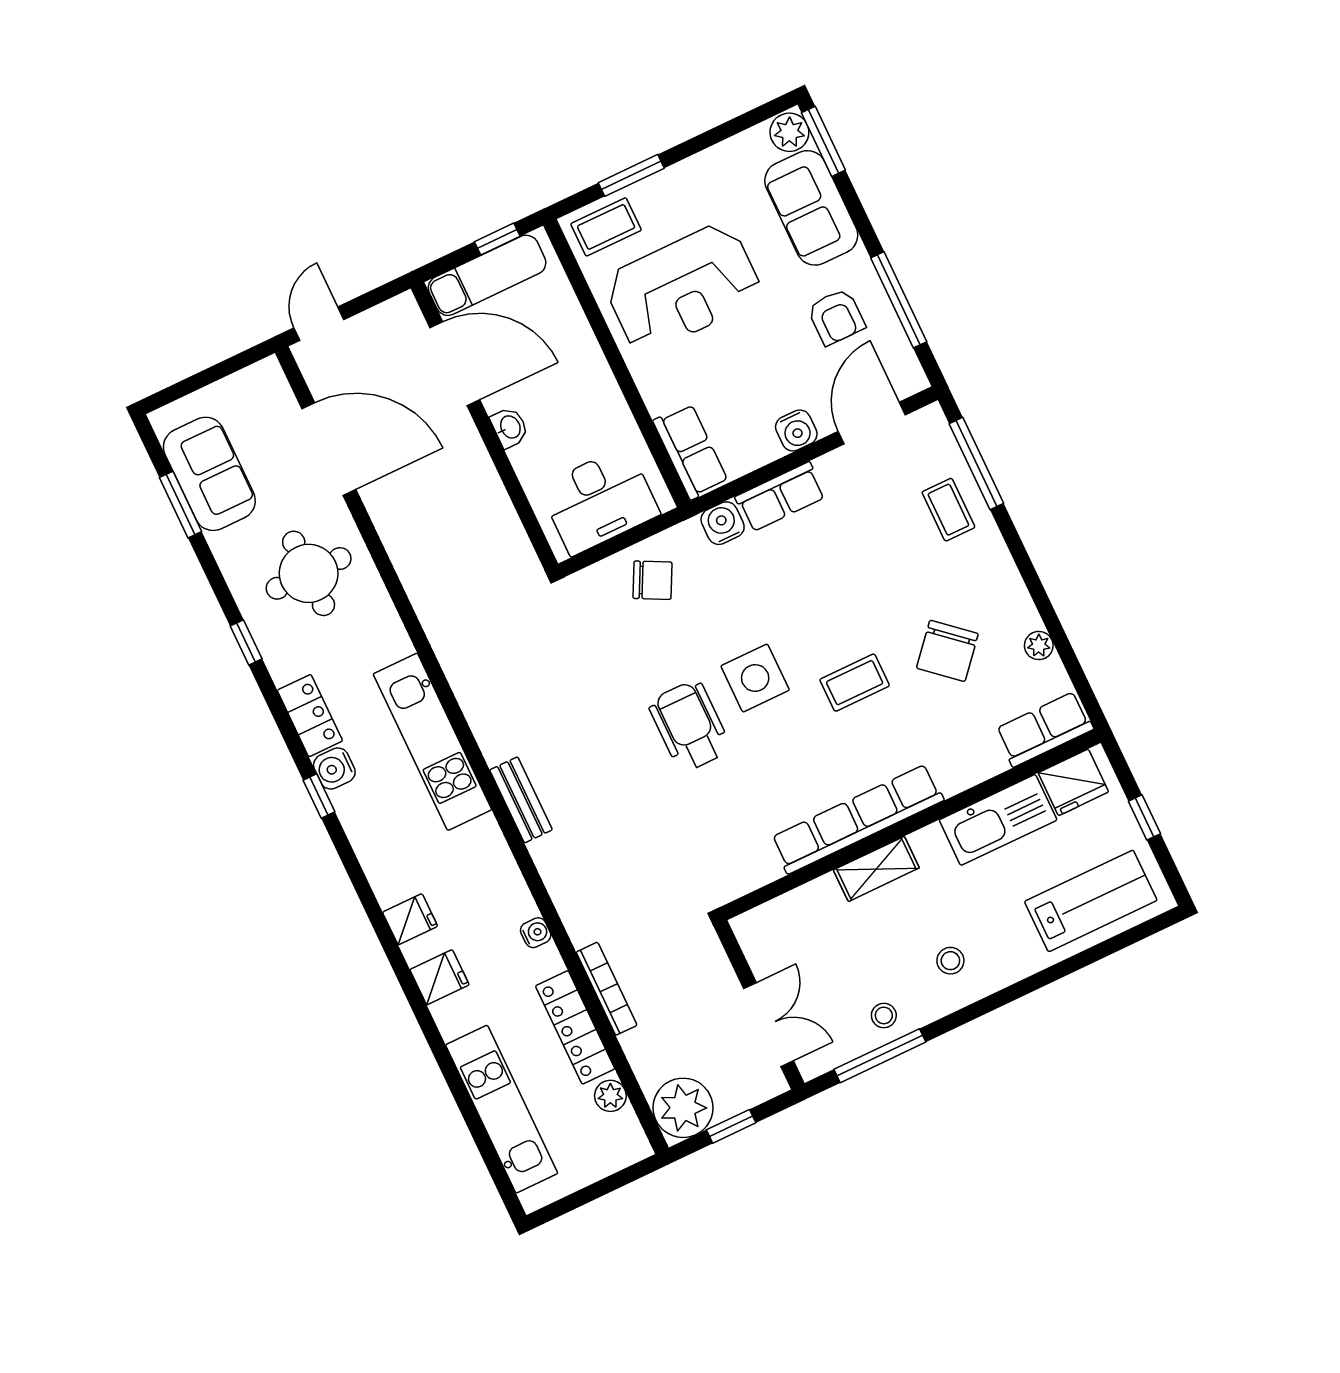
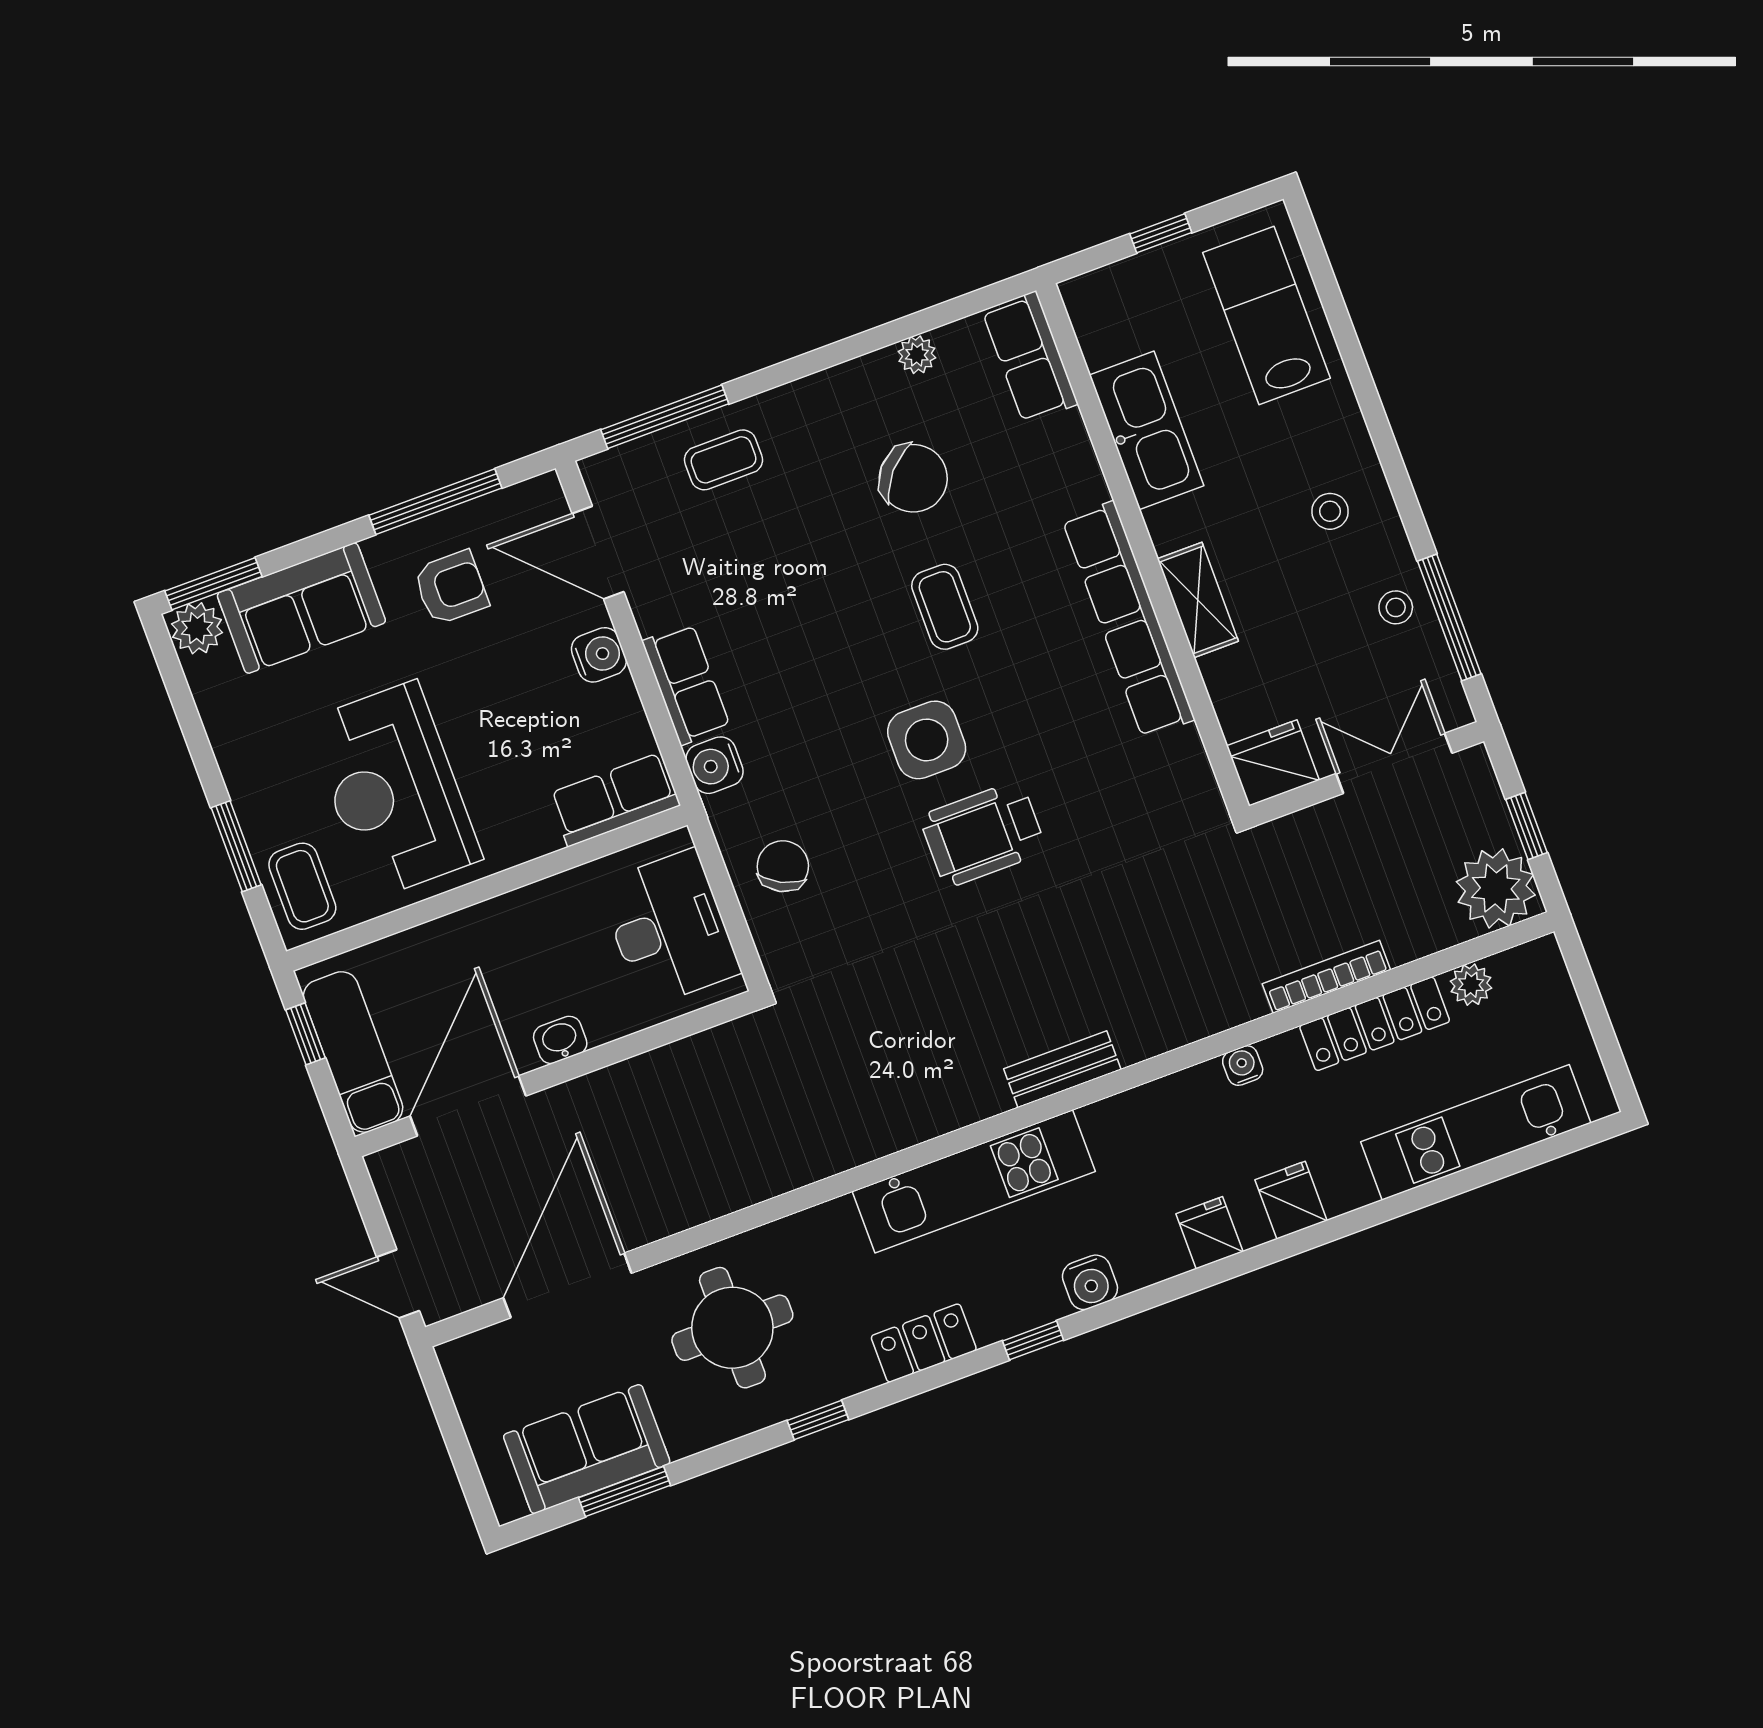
reception desk: (683, 288) -> (394, 790), turned 180
water cooler: (334, 769) -> (1090, 1282), moved
fridge: (1073, 782) -> (1273, 763), moved, turned -90

